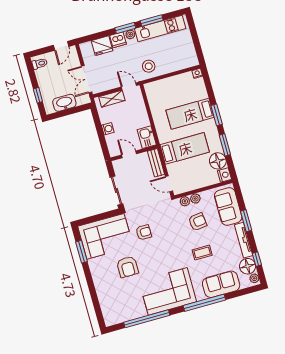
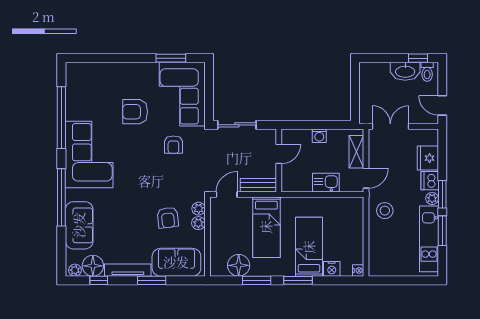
window: (38, 95) -> (418, 58), moved
washbasin: (64, 103) -> (405, 71), moved, turned 90
kitchen sink: (147, 137) -> (326, 183), moved
nightstand: (224, 175) -> (332, 269), moved
coffee table: (202, 253) -> (127, 212), removed

